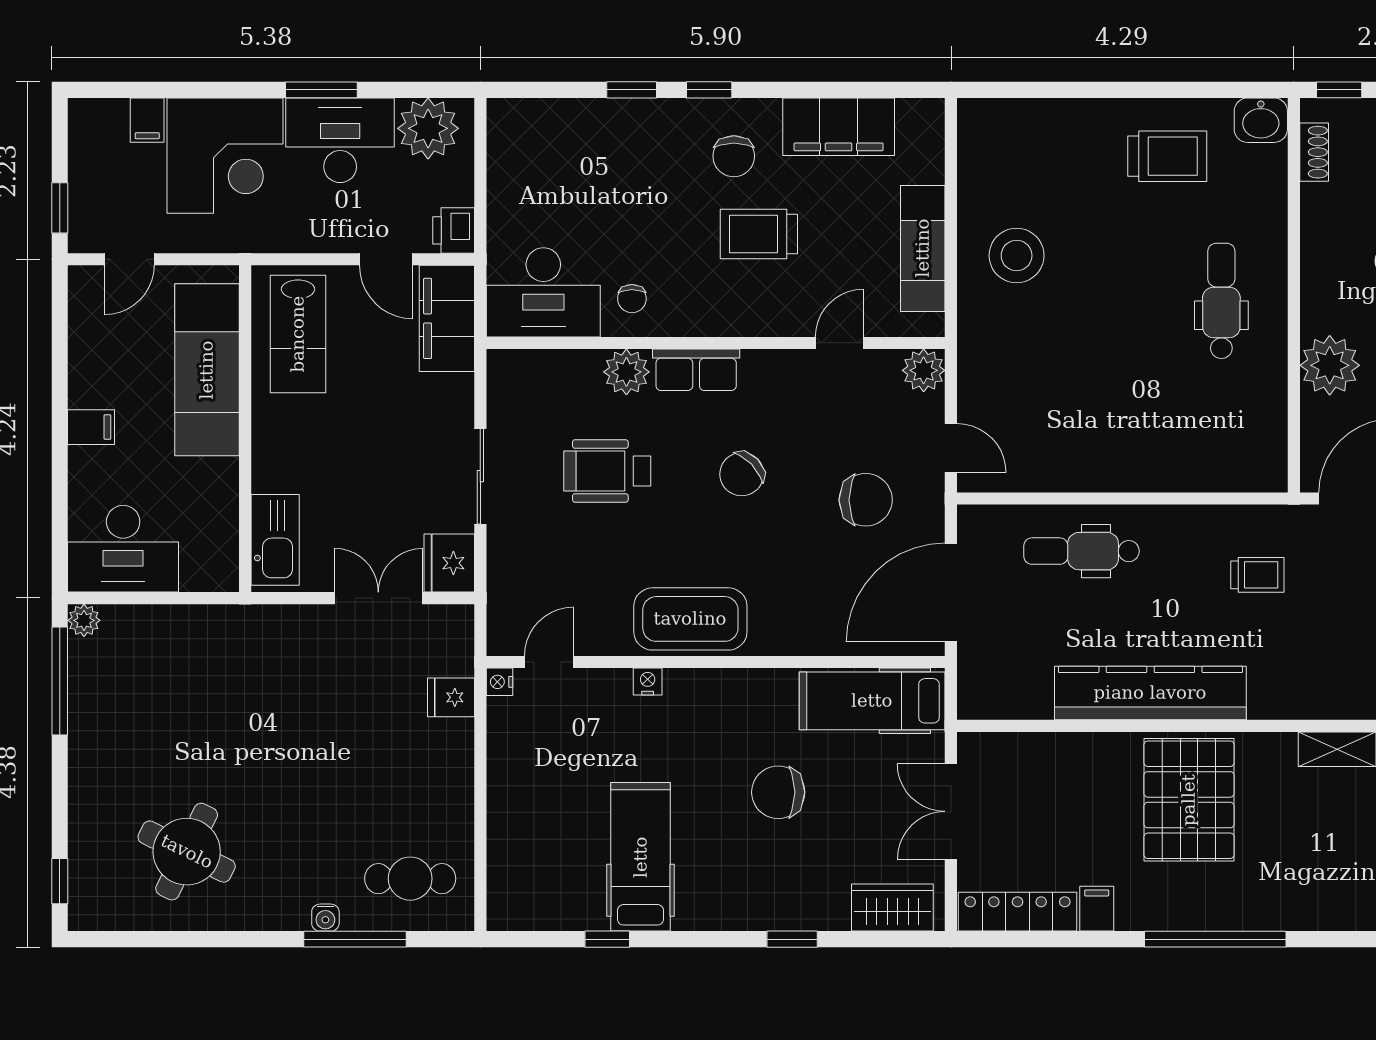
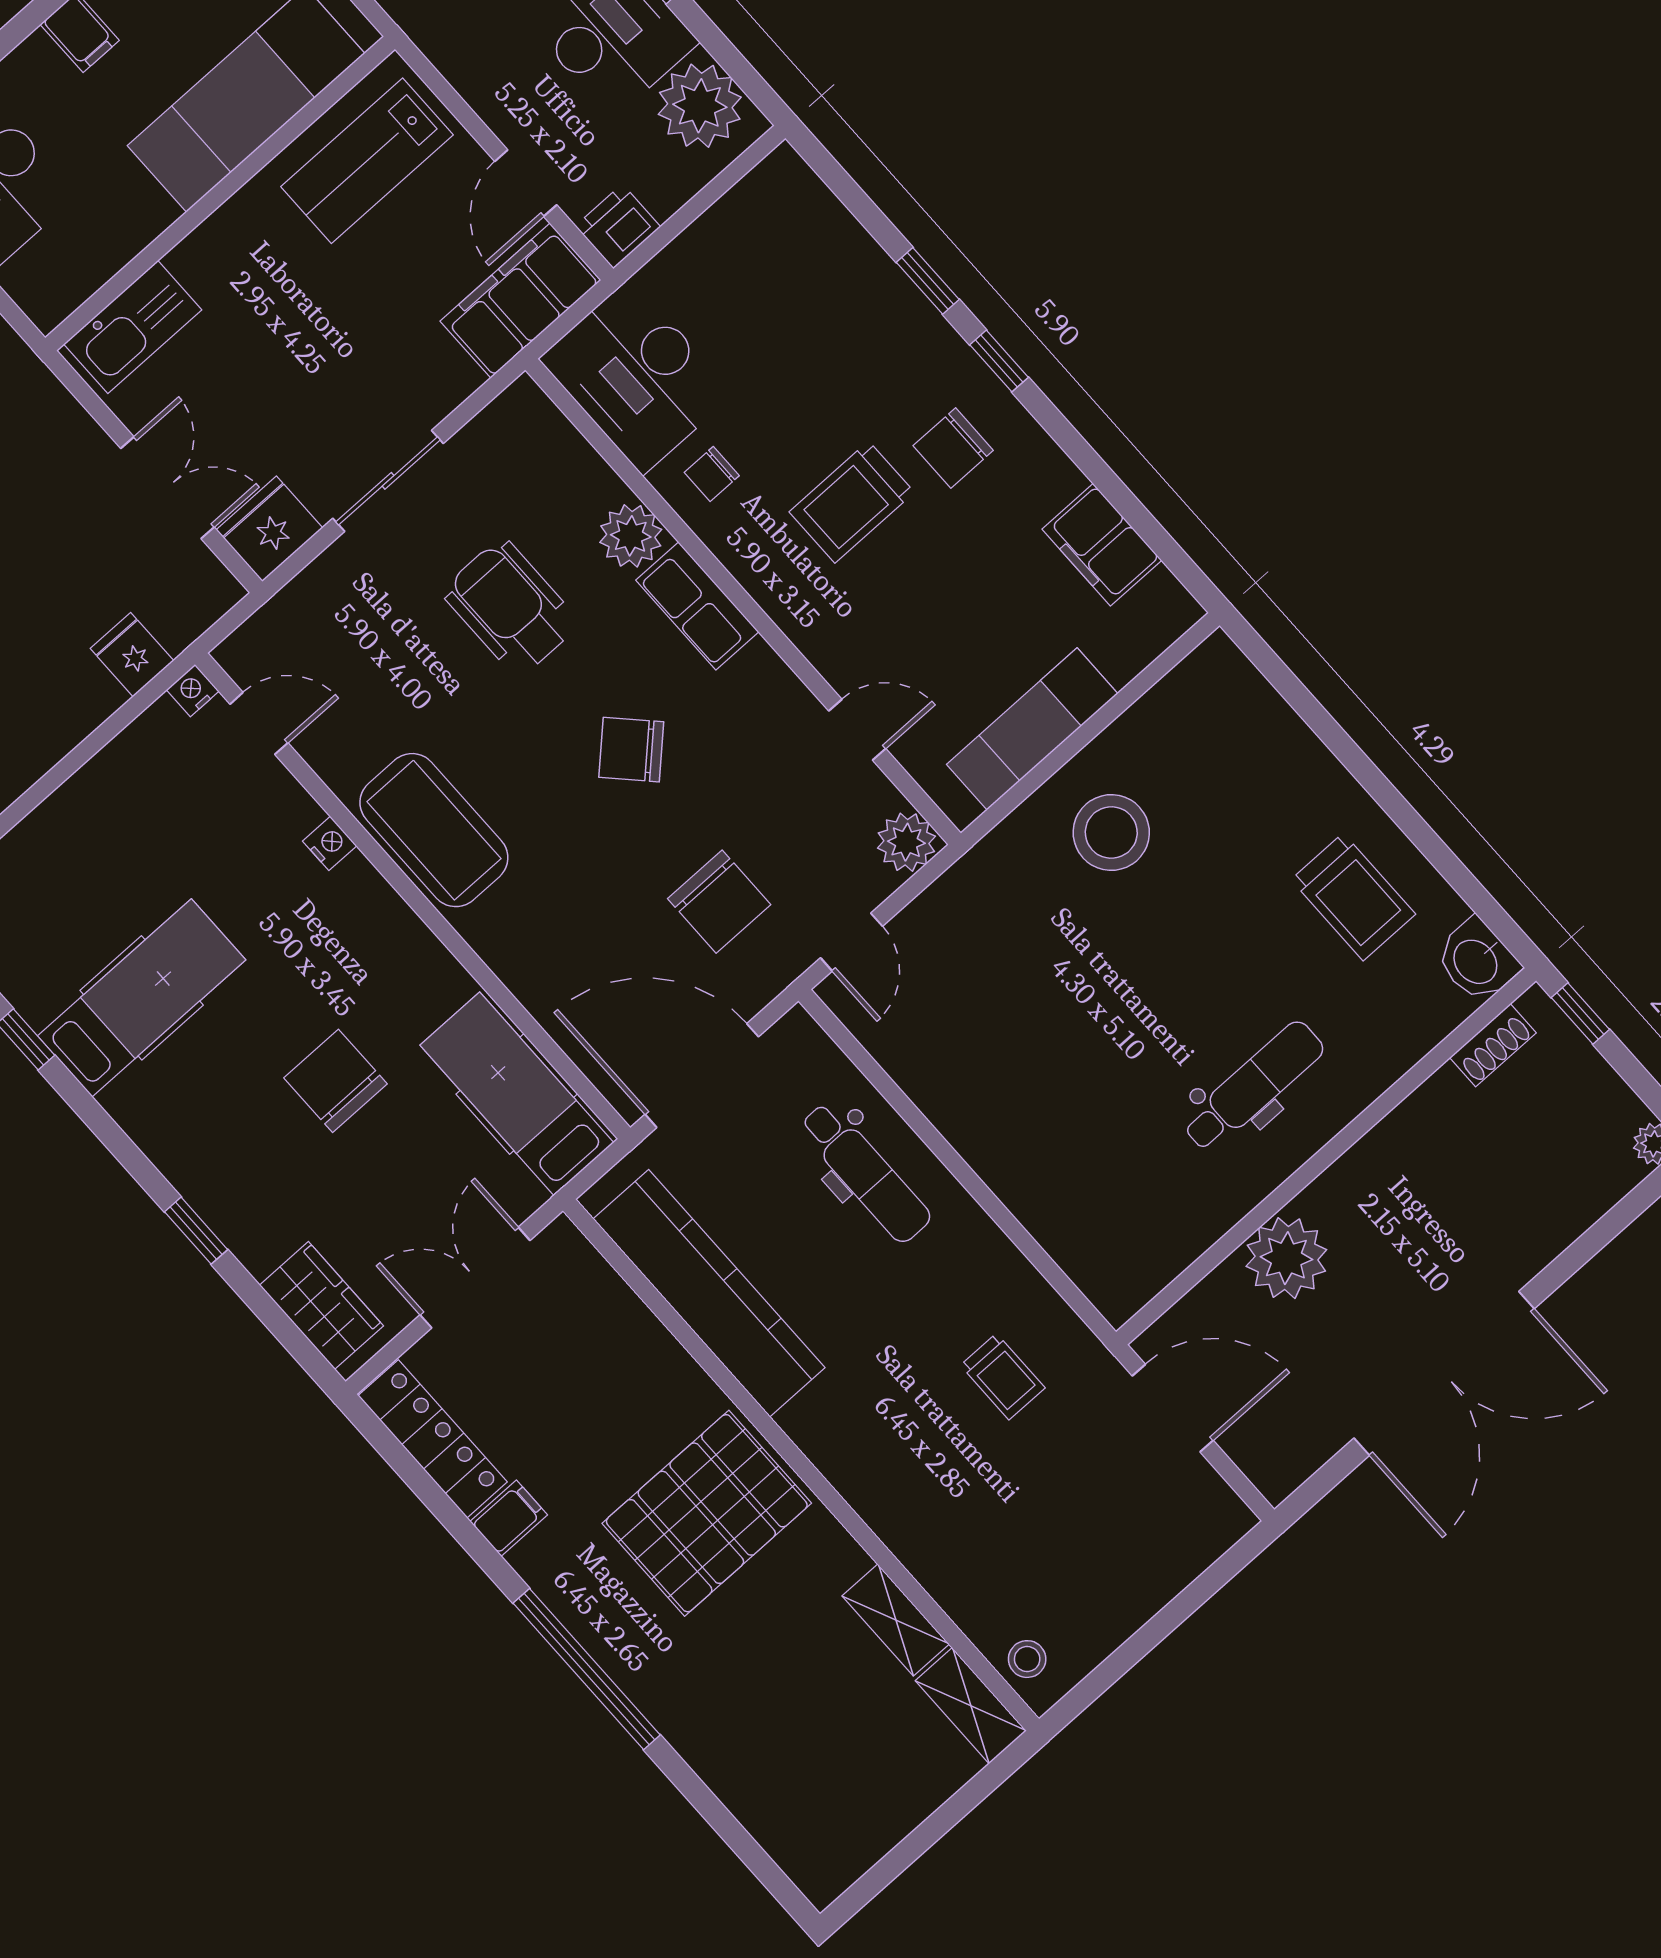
filing cabinet: (839, 127) -> (1102, 545), width x0.67, depth x0.86
trolley: (759, 234) -> (852, 502), moved, turned -90
dental chair: (1082, 551) -> (865, 1172), turned 180
kitchen counter: (1150, 693) -> (709, 1293), moved

